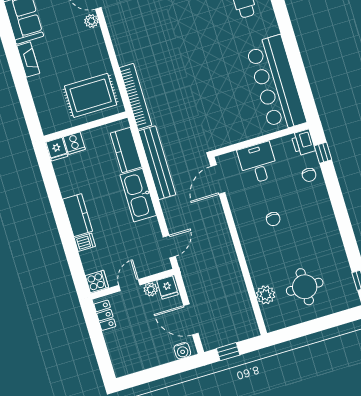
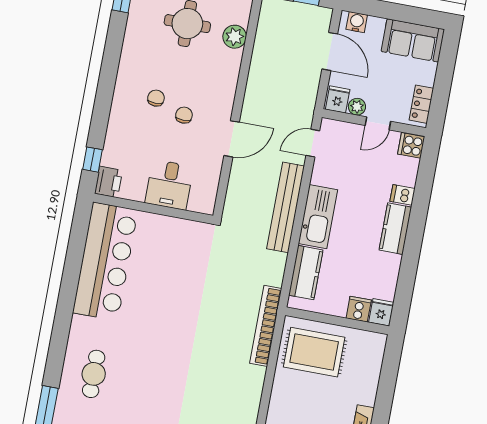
bench: (157, 163) -> (286, 207), moved
chair: (309, 175) -> (156, 98), moved
door: (218, 180) -> (232, 139), moved
sofa: (135, 358) -> (413, 40), added

